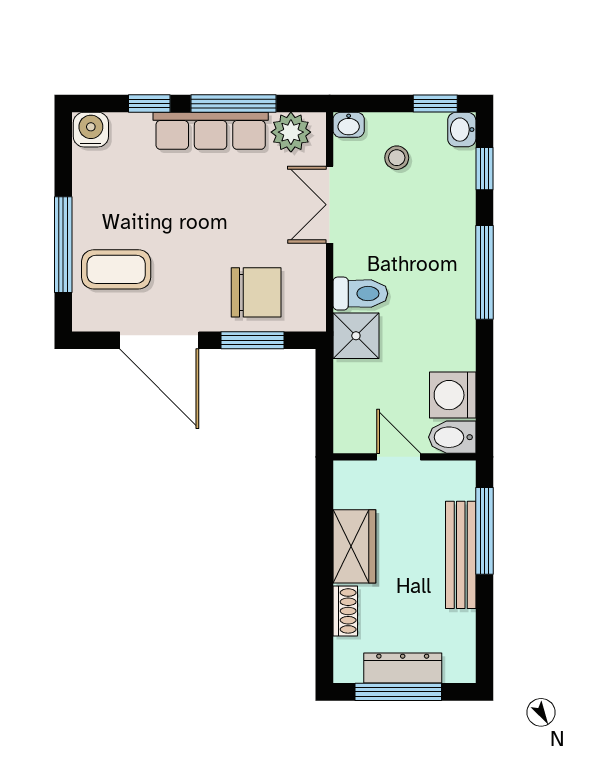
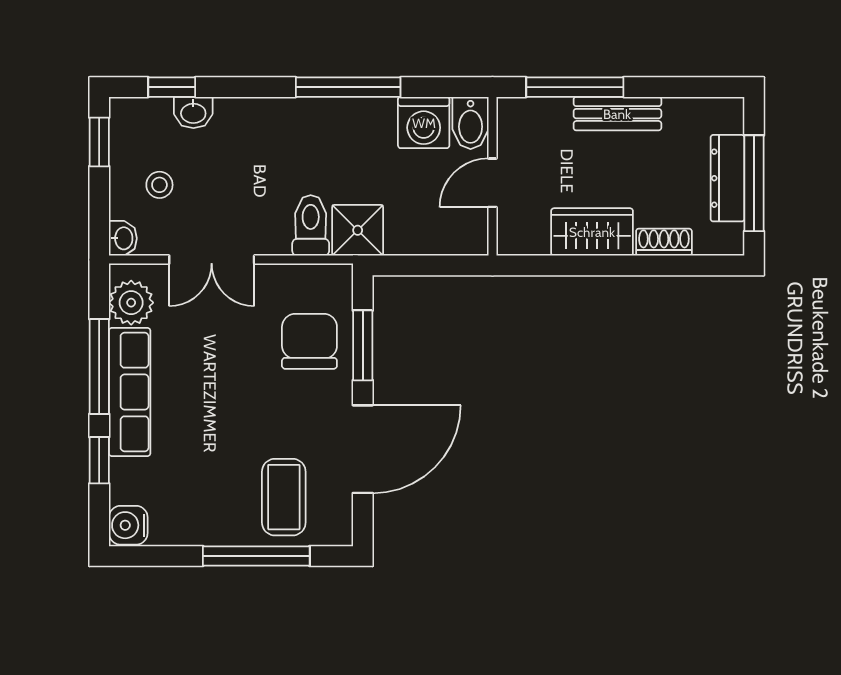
washbasin: (462, 130) -> (193, 112), moved
window: (485, 272) -> (348, 87), moved
bench: (461, 555) -> (617, 114), width x0.73

